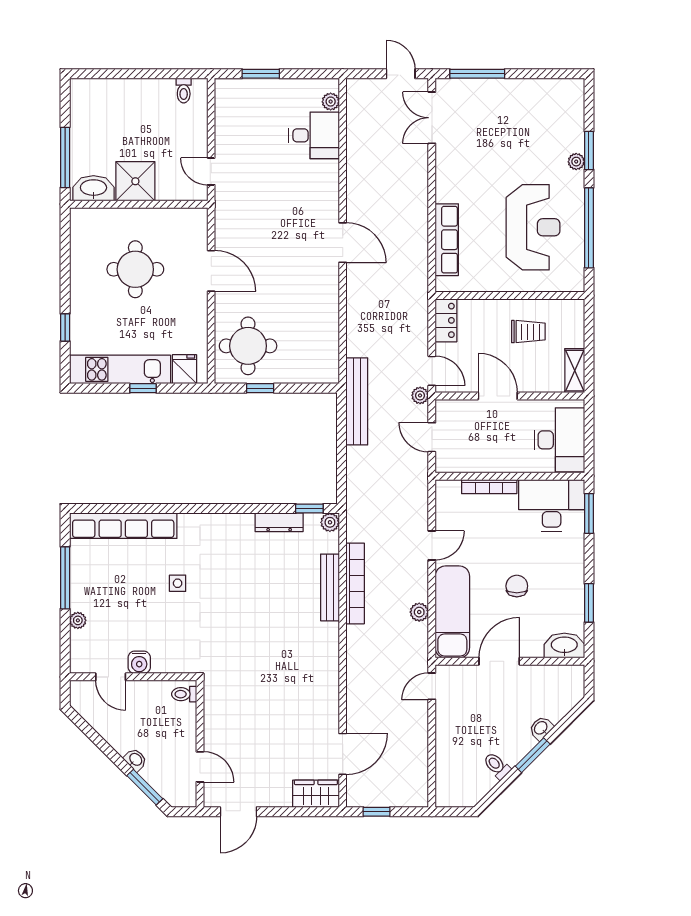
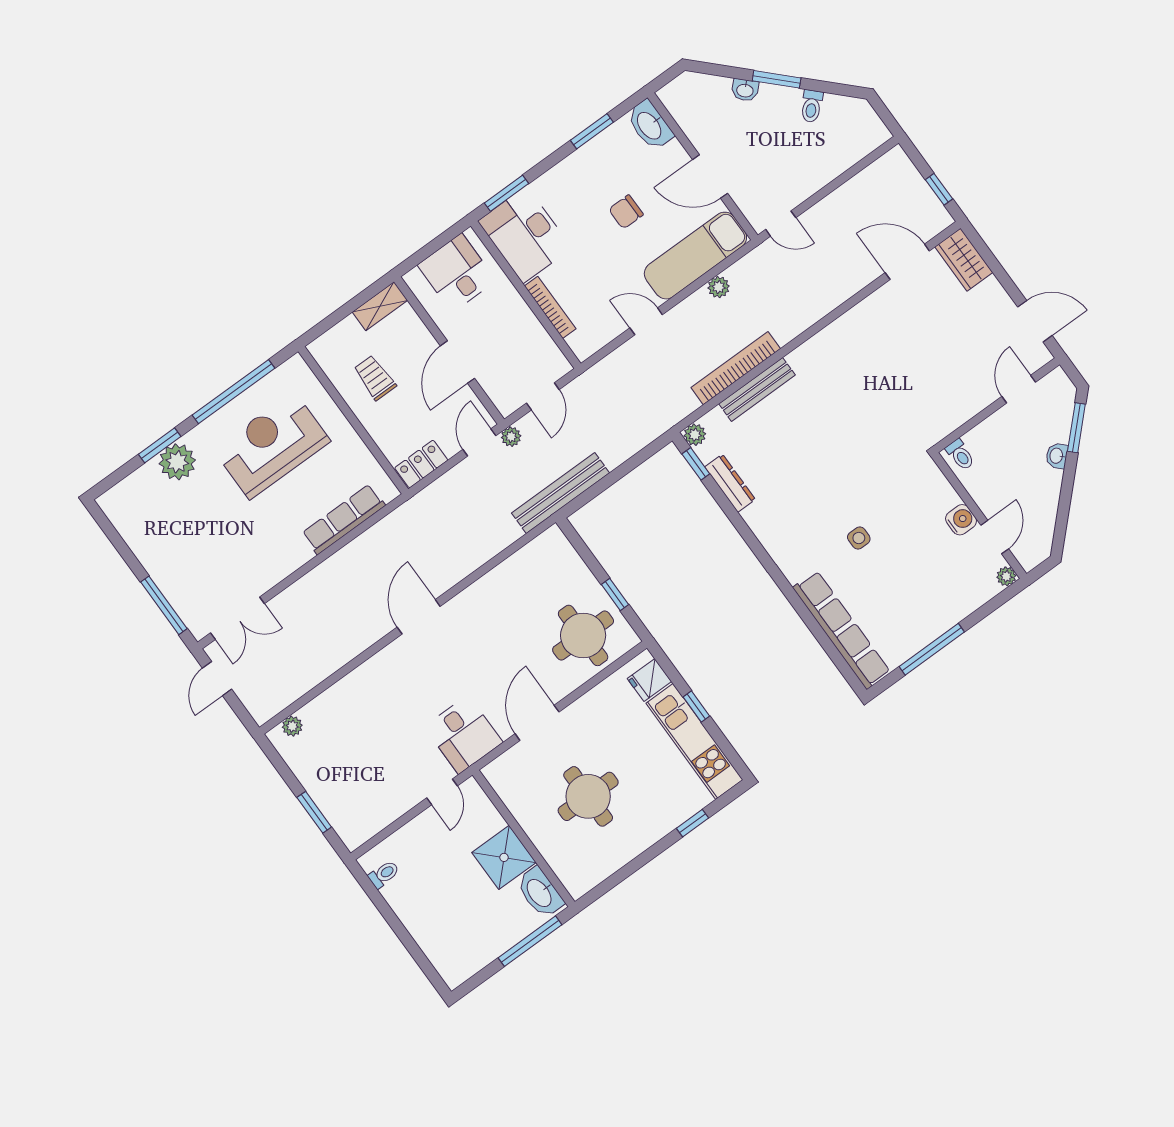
desk: (314, 135) -> (463, 735), moved, turned 180
plant: (576, 162) -> (177, 462), width x1.88, depth x1.88
desk: (559, 440) -> (457, 273), width x0.73
plant: (78, 620) -> (1006, 576), moved

